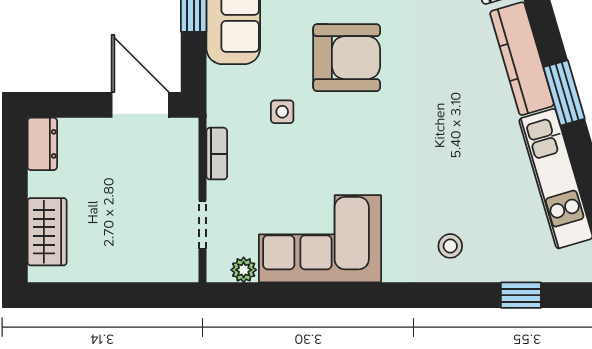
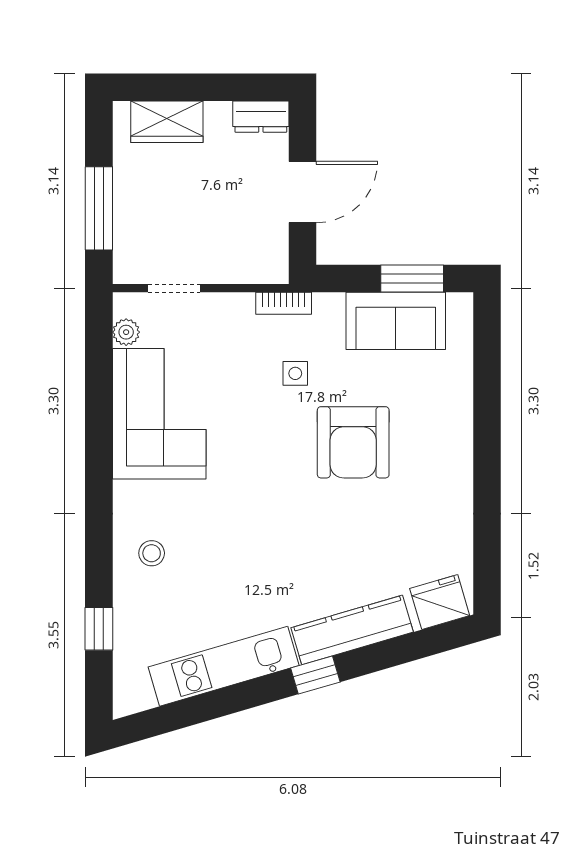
window: (564, 93) -> (315, 675), width x0.67
door: (140, 105) -> (303, 192), moved
bookcase: (217, 154) -> (284, 303), moved
window: (128, 295) -> (99, 208), added

